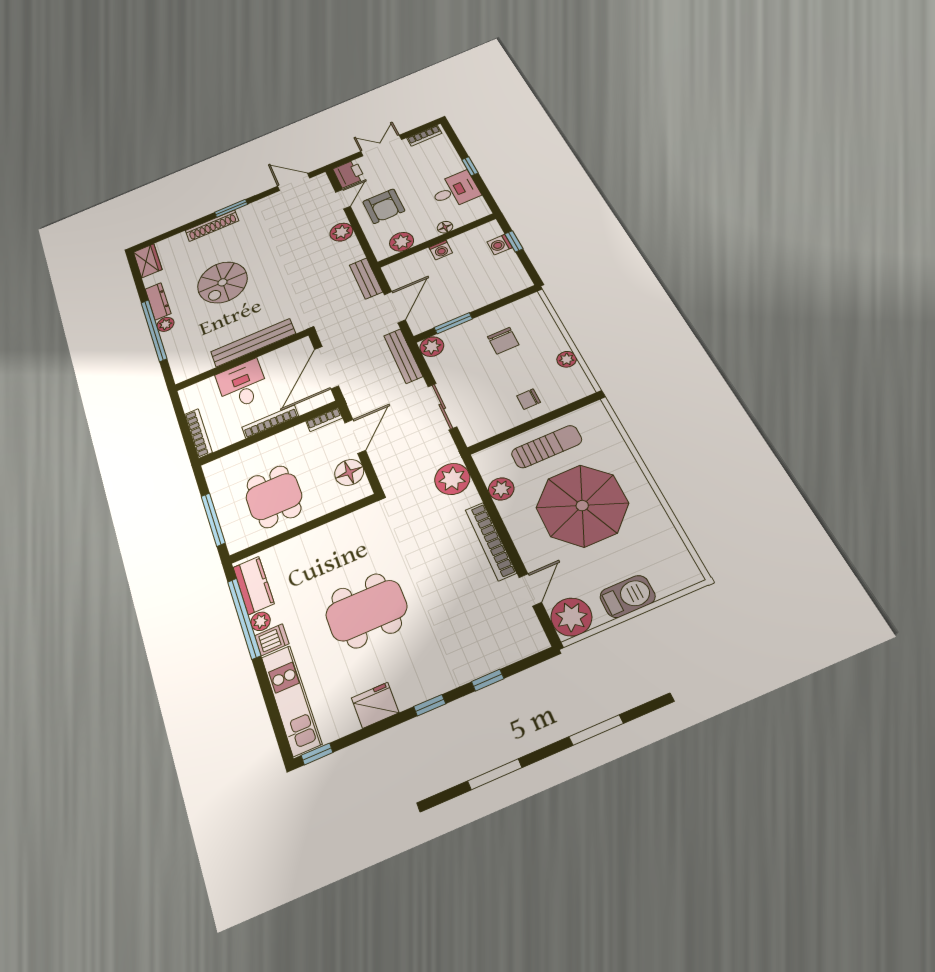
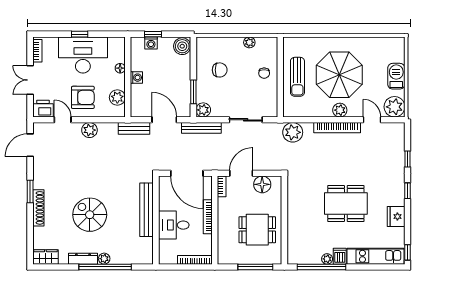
desk: (455, 190) -> (83, 55), width x1.87, depth x1.30
boiler: (515, 281) -> (182, 46), added
spiral stairs: (222, 282) -> (90, 215), turned 180
door: (355, 436) -> (241, 173), hinge flipped
sun lounger: (547, 447) -> (297, 77), turned 180
plant: (501, 489) -> (340, 110), moved
kitchen counter: (254, 585) -> (305, 257), removed
dining table: (366, 610) -> (346, 204), turned 90

